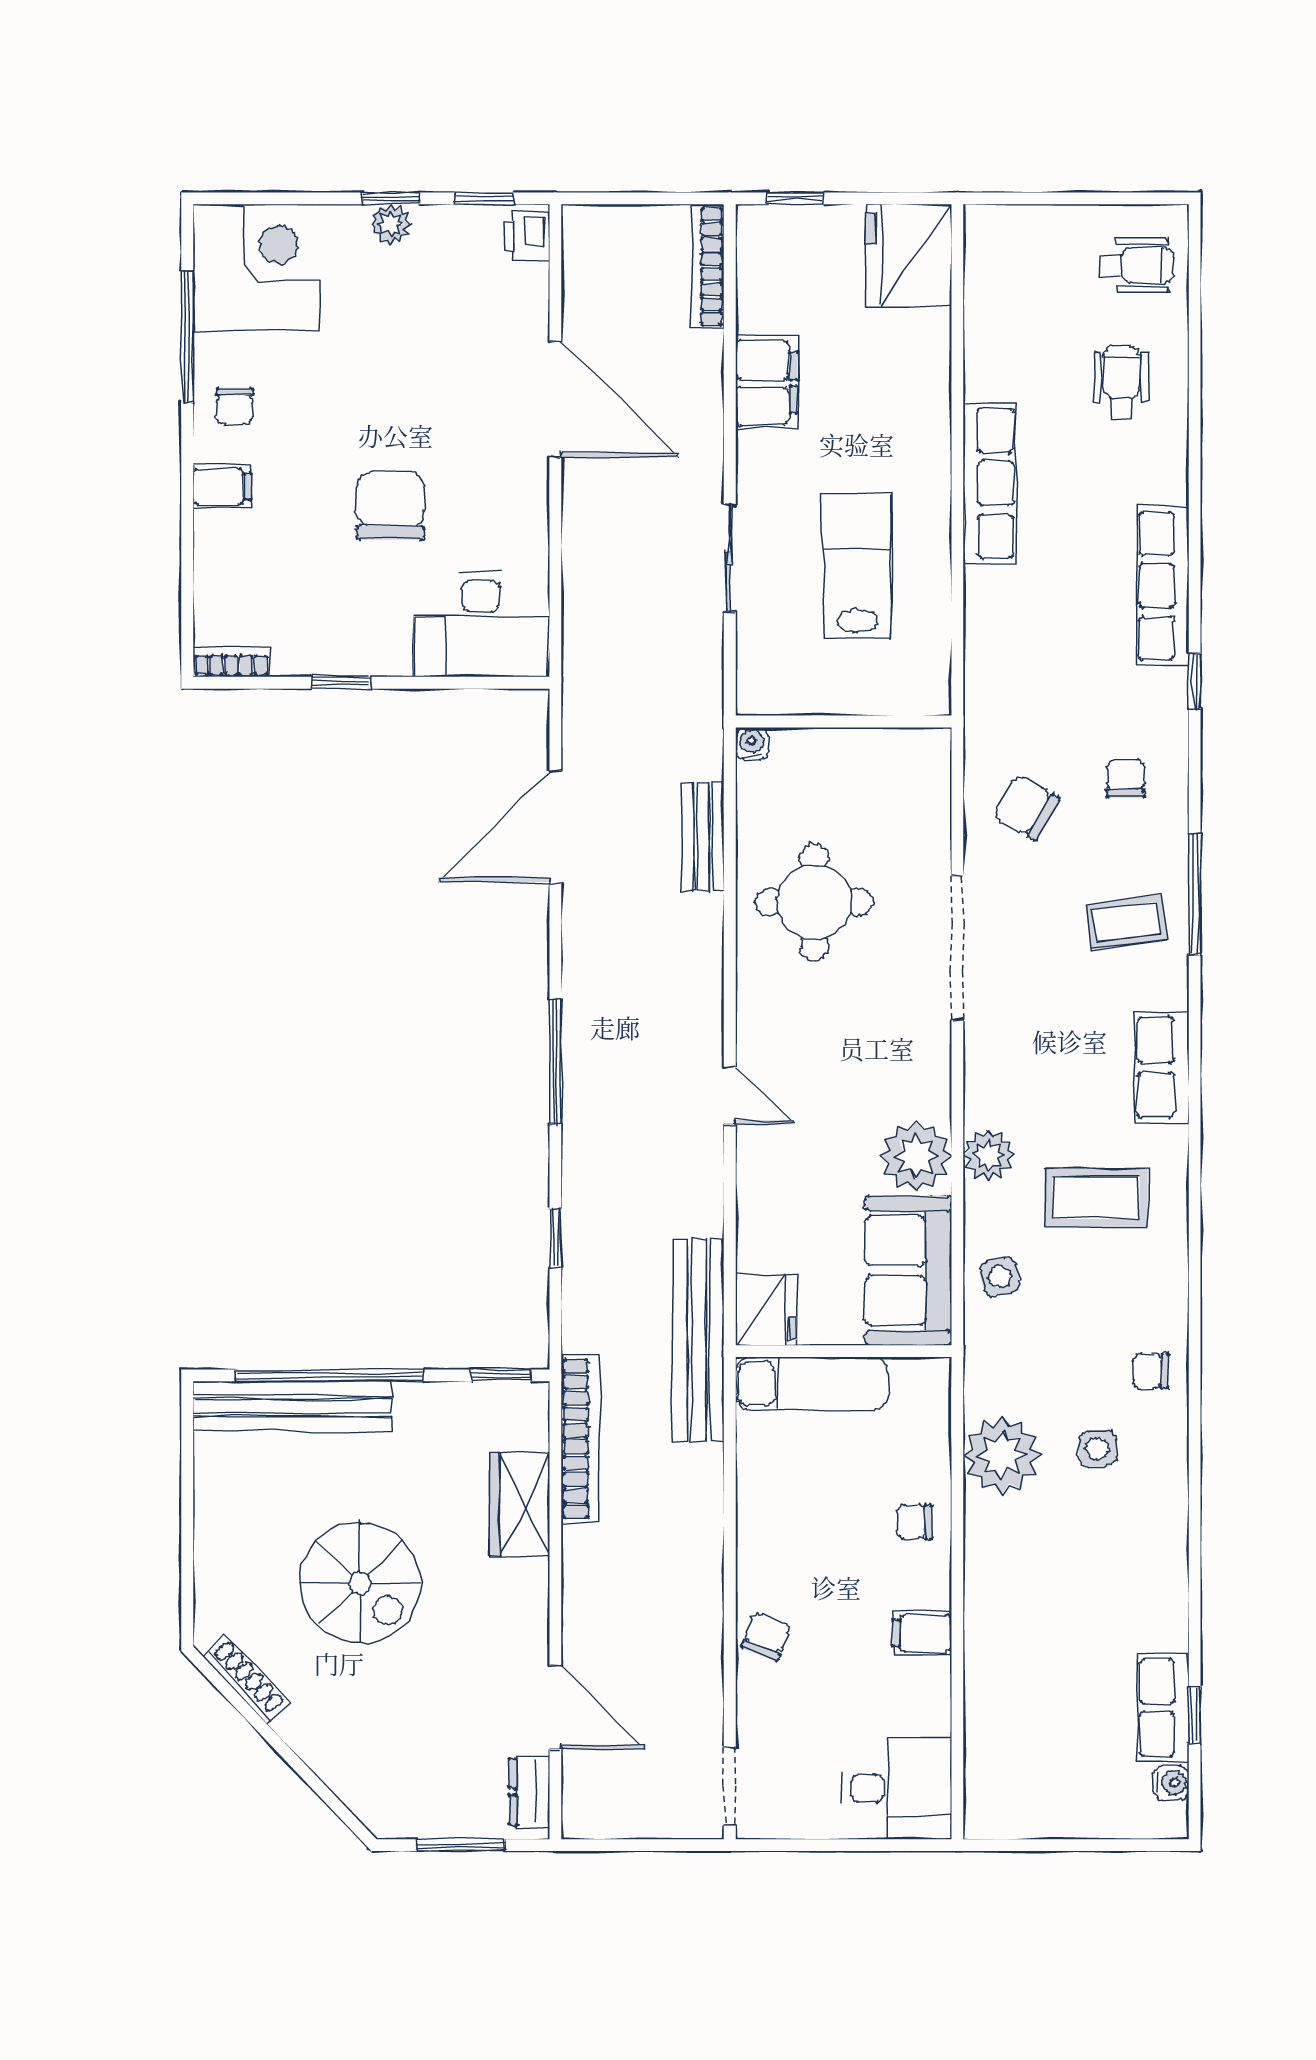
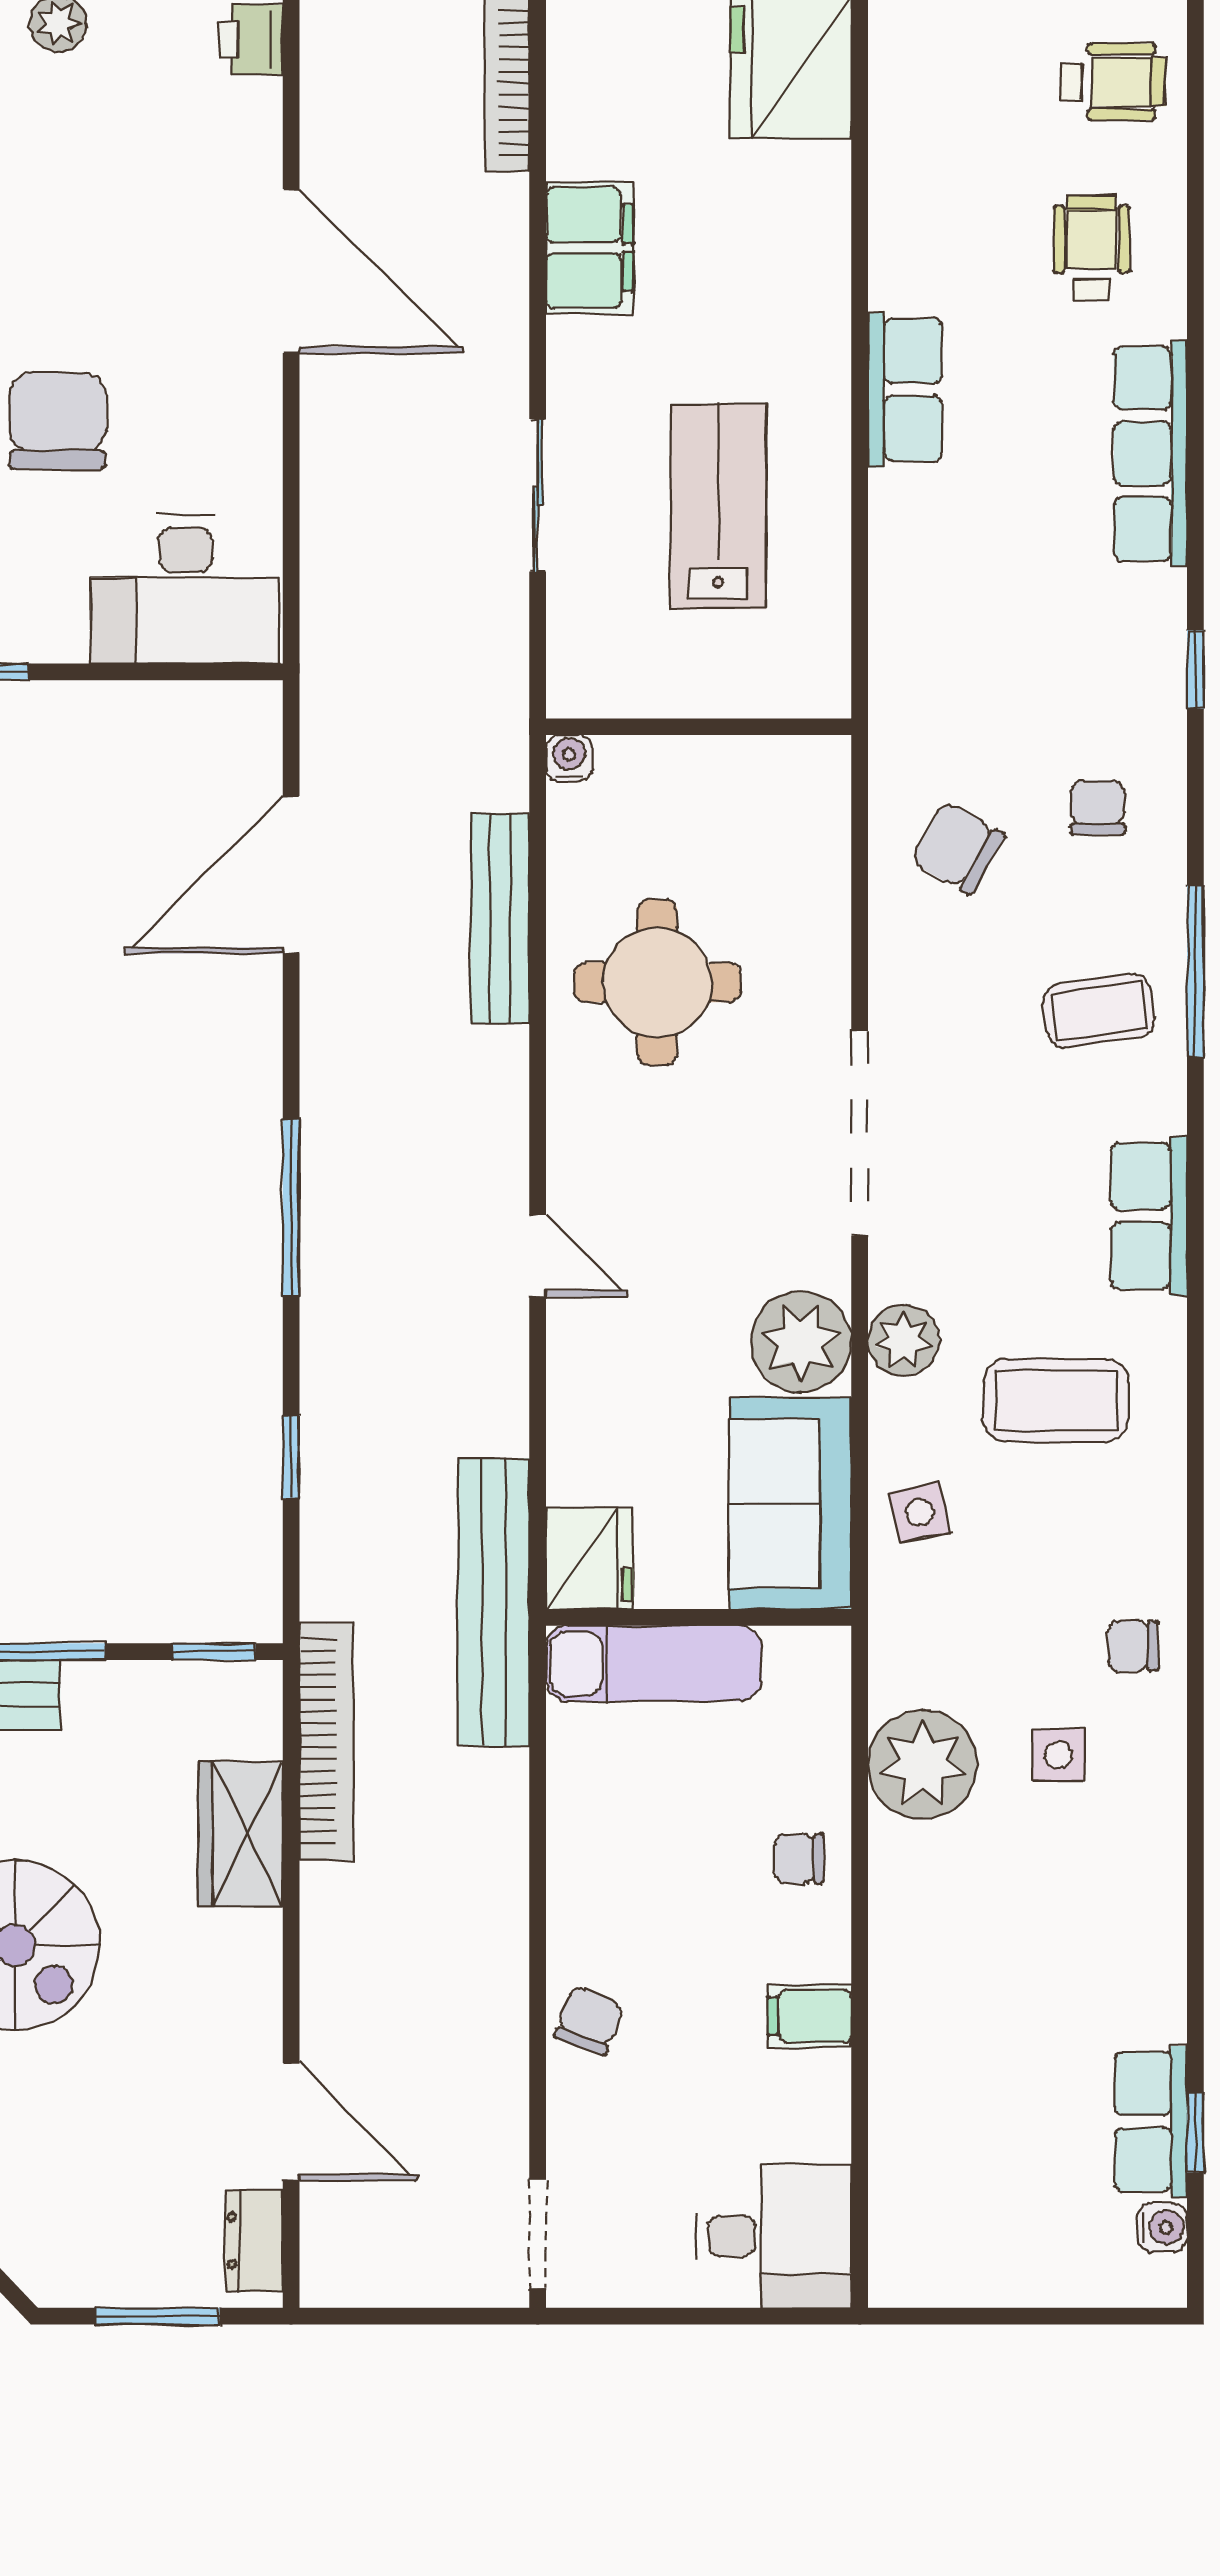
row of seats: (989, 483) -> (905, 390), width x0.68
row of seats: (1163, 586) -> (1151, 453), moved
bench: (703, 837) -> (500, 919), width x1.36
doorway: (957, 948) -> (860, 1133), moved

